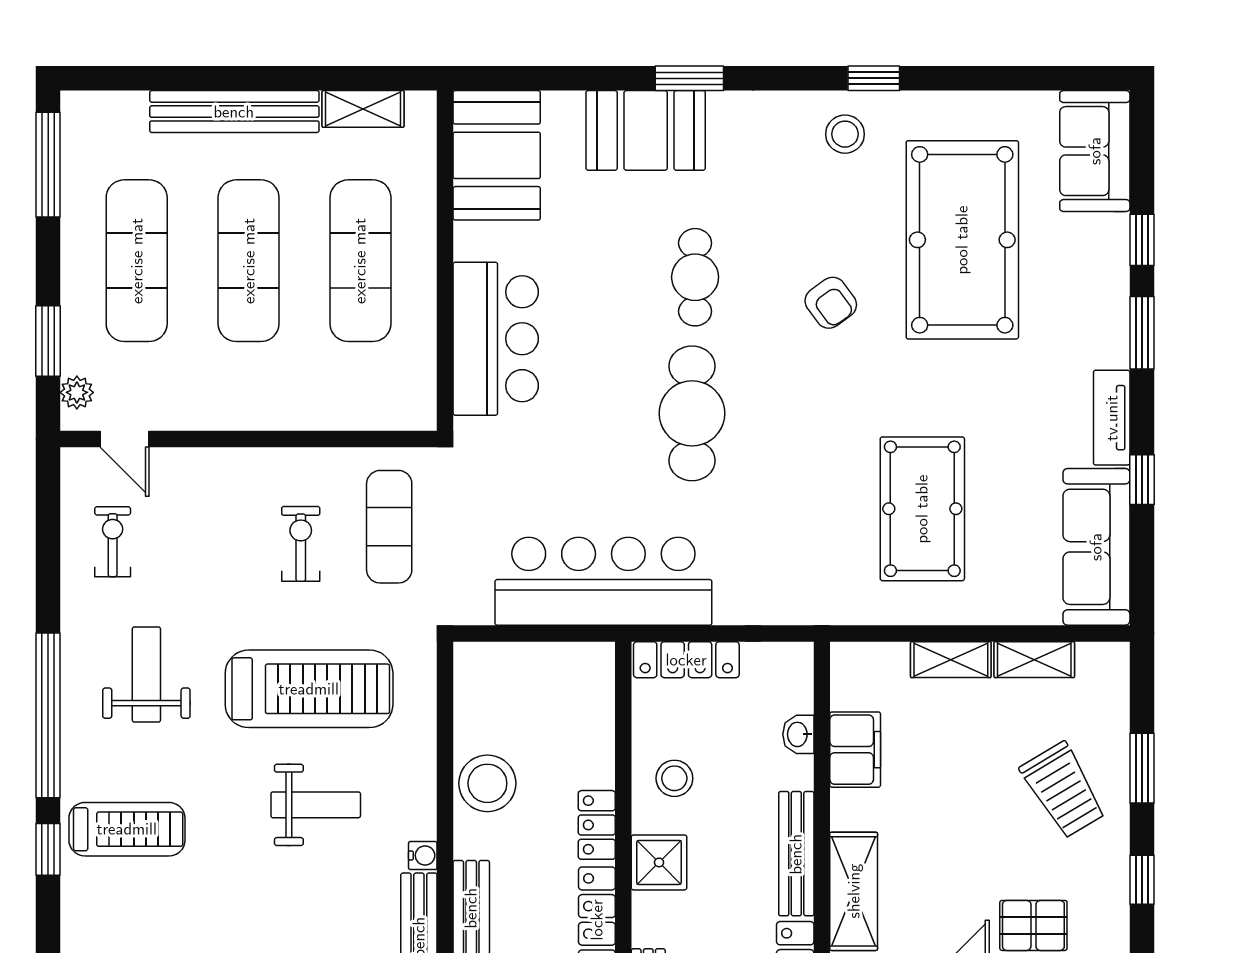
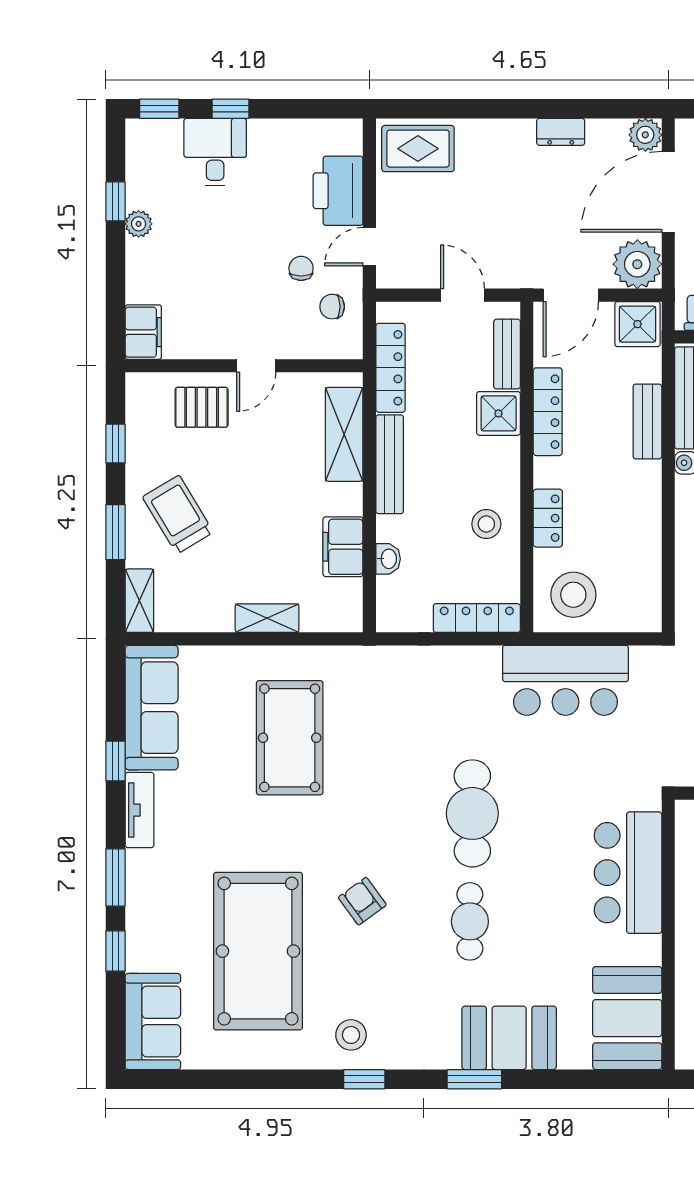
window: (874, 78) -> (364, 1079), moved
bar counter: (603, 581) -> (565, 680), width x0.73
shelving: (1034, 660) -> (139, 601), moved, turned 90
stool: (487, 783) -> (573, 595), moved
locker: (597, 825) -> (548, 518), moved
shower: (659, 862) -> (499, 413), moved

